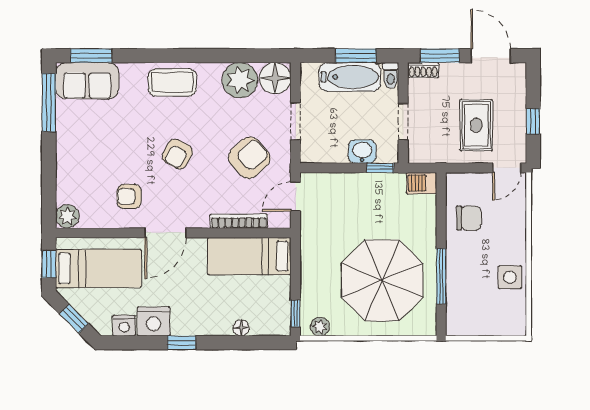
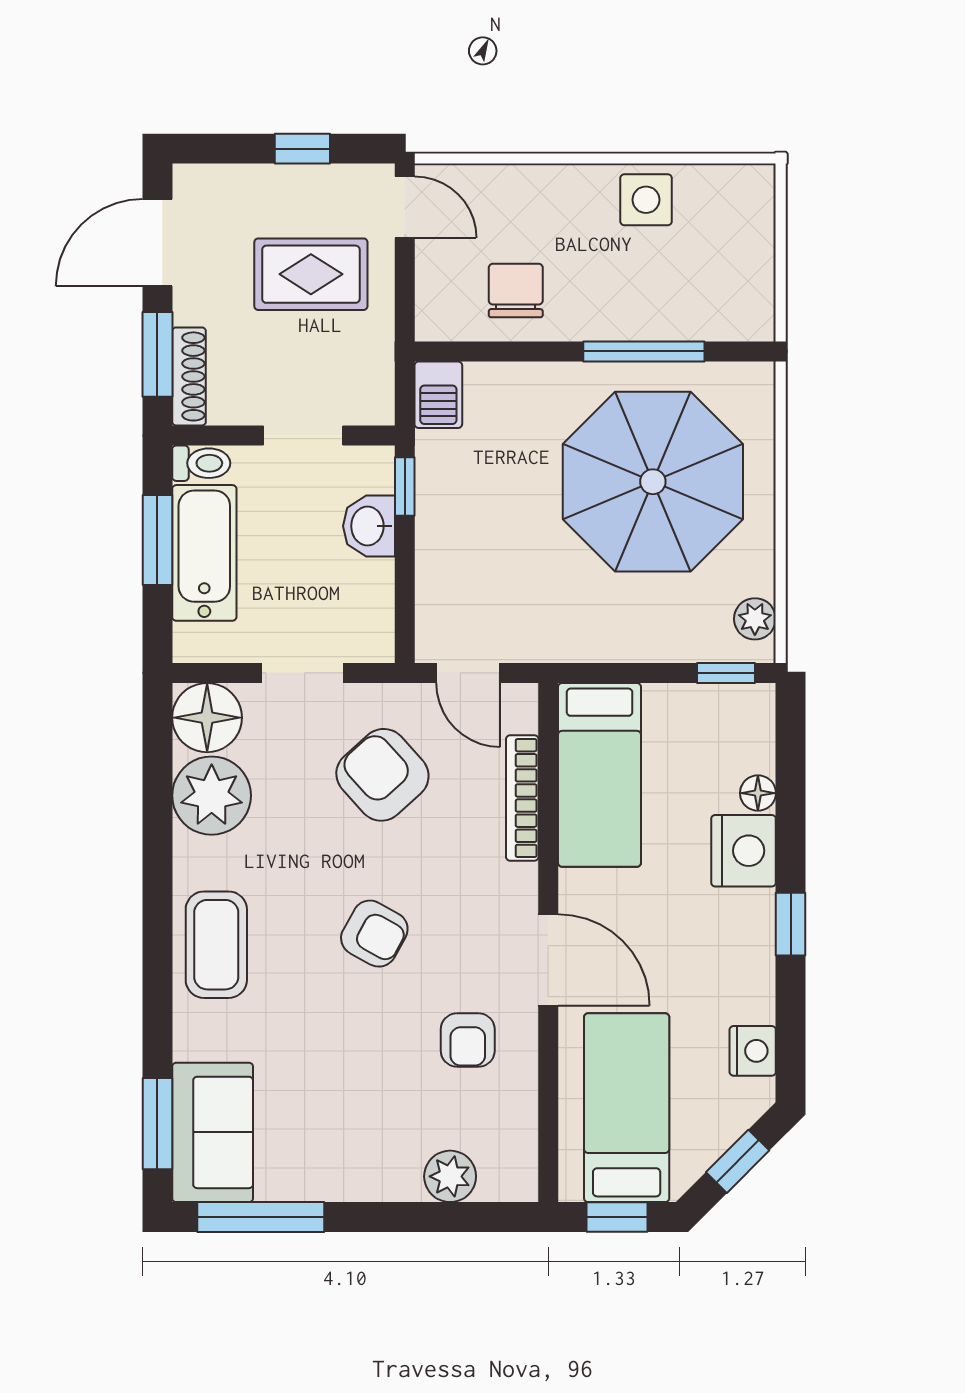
shoe rack: (423, 70) -> (189, 376), width x1.43
plant: (67, 216) -> (450, 1176), moved
nightstand: (154, 321) -> (744, 851), moved

